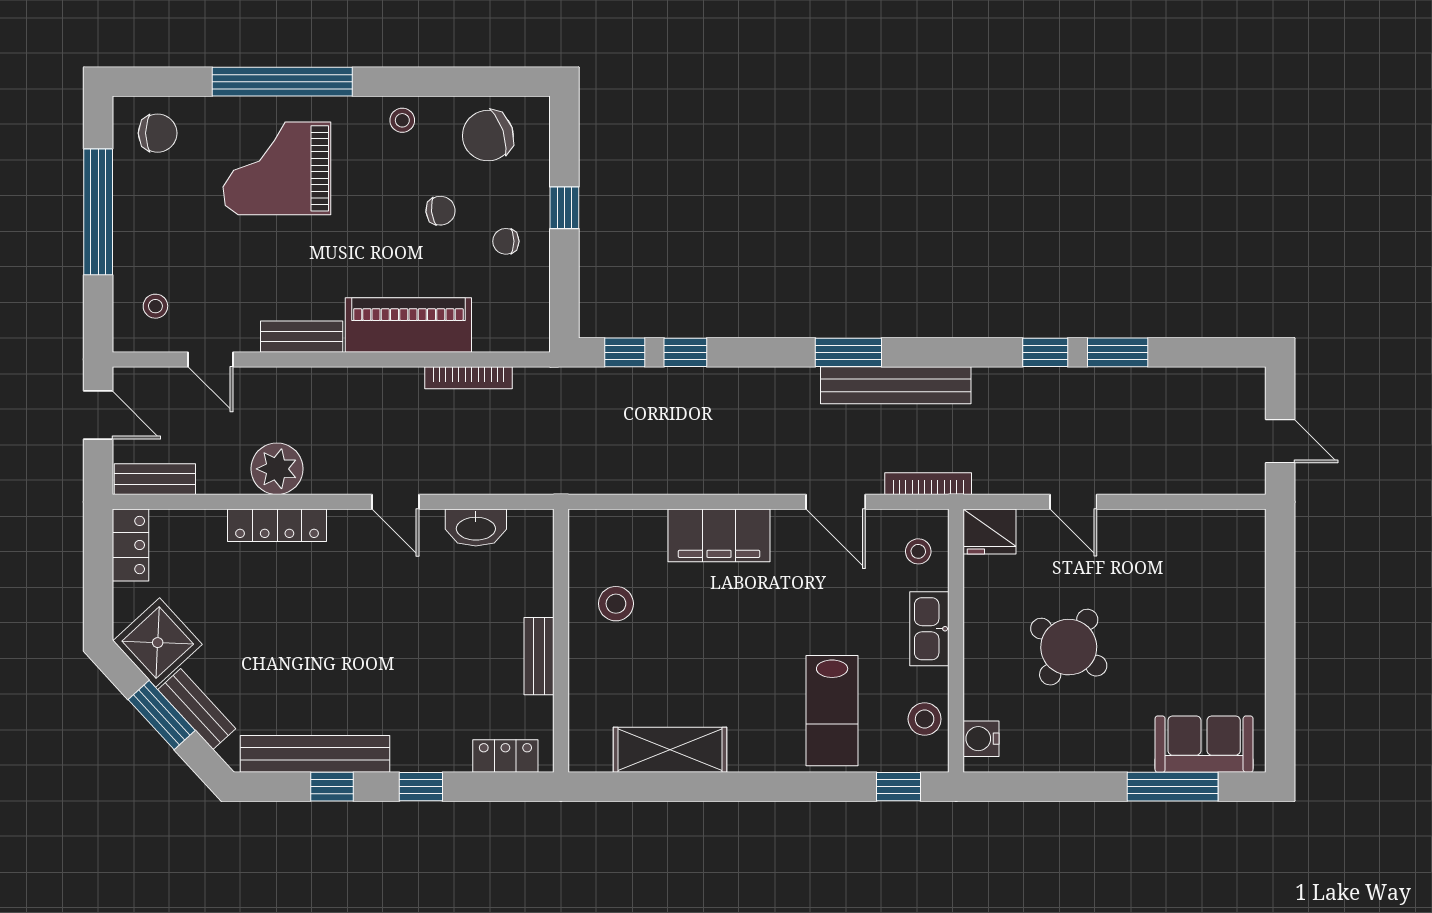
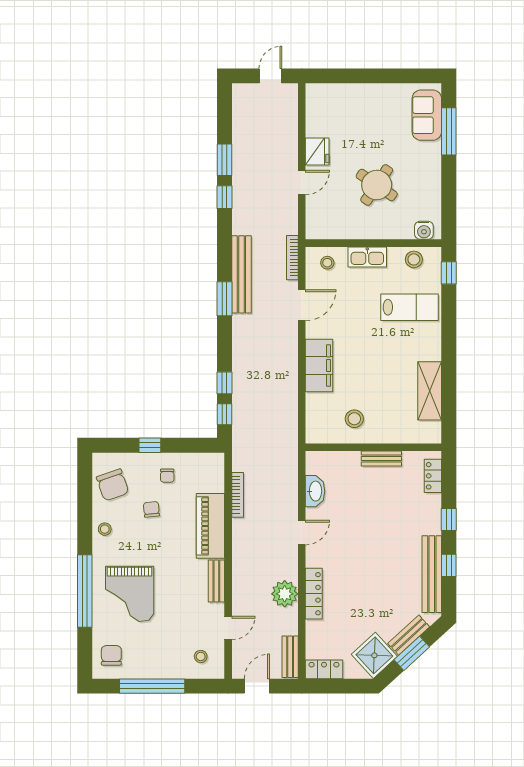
fridge: (990, 532) -> (317, 151), moved

